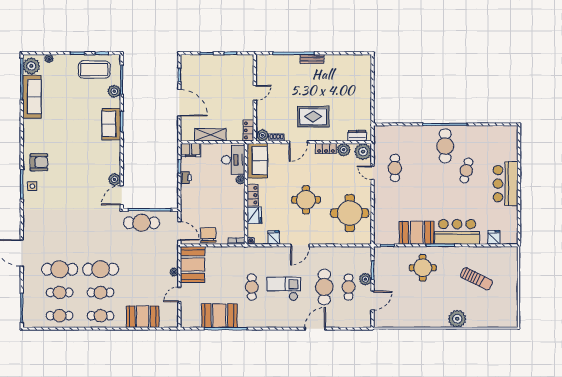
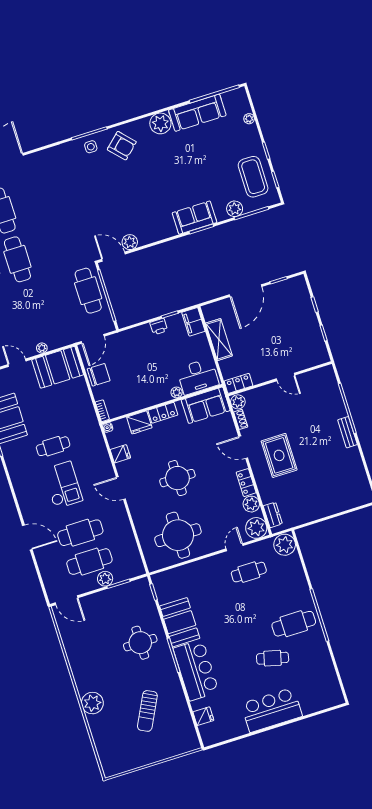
plant: (31, 66) -> (160, 123), moved
plant: (383, 134) -> (285, 545), added
armchair: (39, 162) -> (122, 146), turned -43
cafe table: (349, 287) -> (89, 562), width x1.37, depth x1.35
door: (373, 301) -> (67, 600), moved

